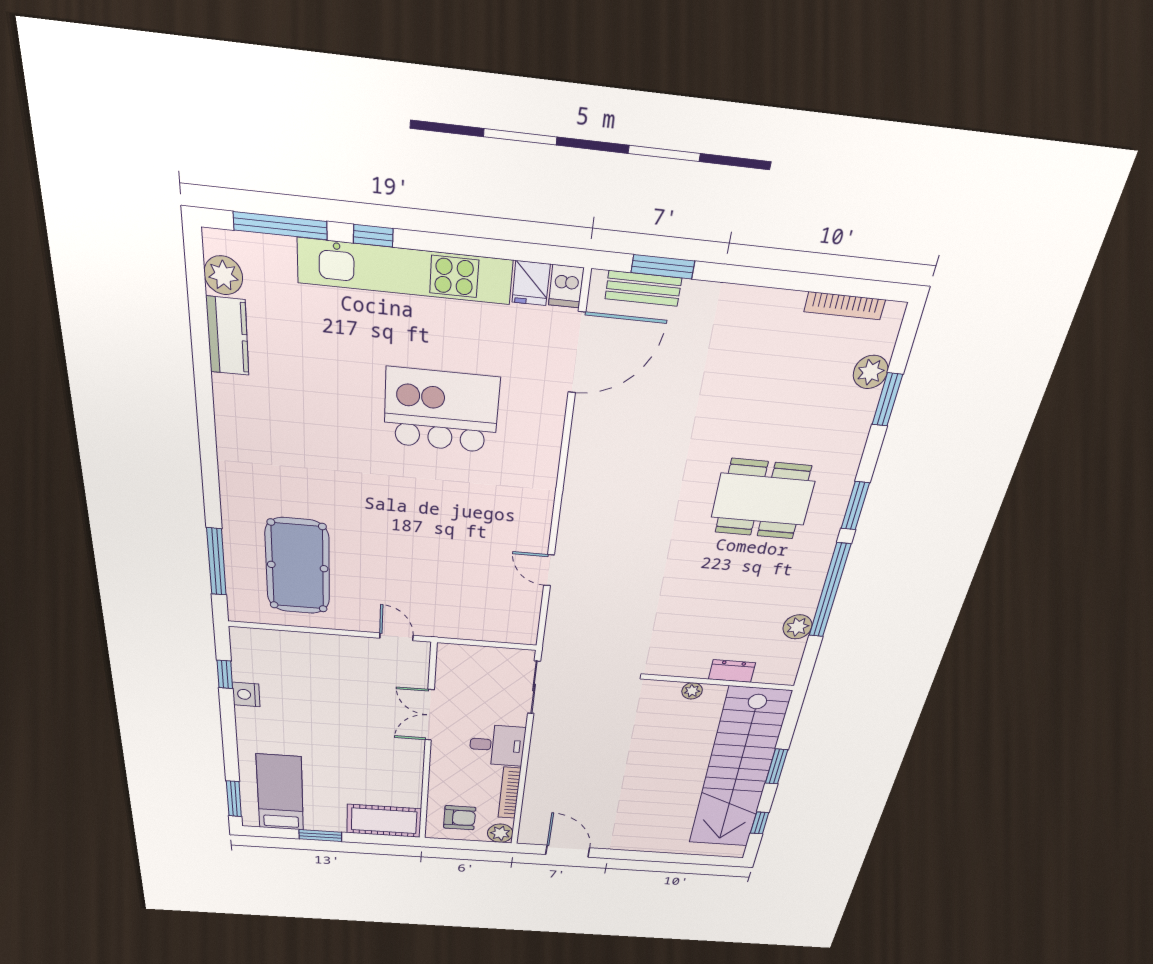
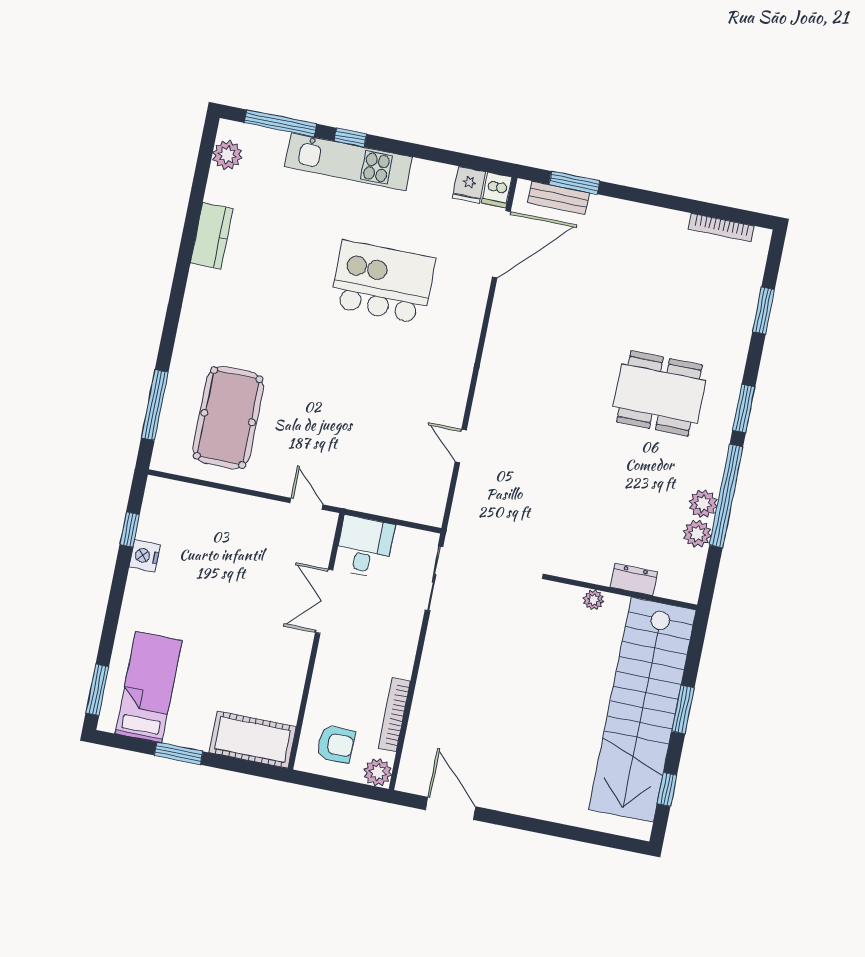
kitchen unit: (405, 271) -> (349, 162), width x0.73
kitchen counter: (228, 336) -> (212, 236), moved
plant: (871, 372) -> (703, 504), moved
desk: (497, 745) -> (365, 547), moved, turned -90

